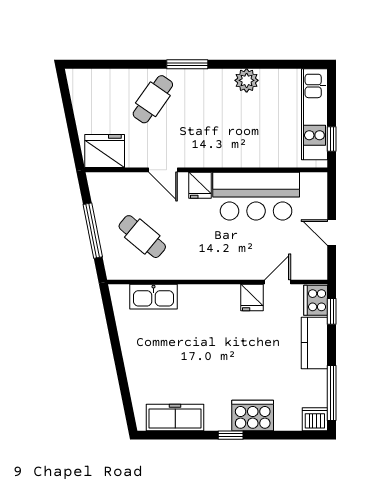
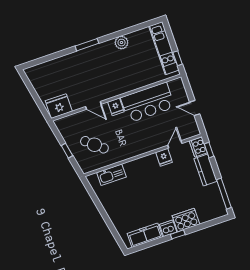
cafe table: (153, 99) -> (75, 70), removed
window: (93, 231) -> (67, 151), width x0.46
dishwasher: (315, 419) -> (168, 228), moved

